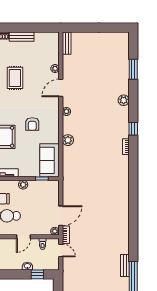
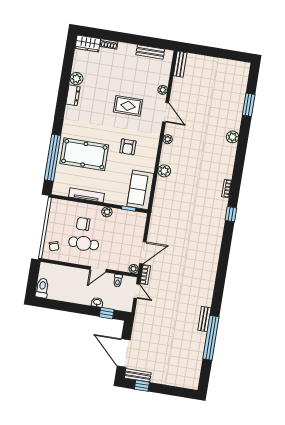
bench: (22, 37) -> (150, 52), moved
rug: (15, 78) -> (128, 106), moved, turned 90
door: (61, 88) -> (166, 112), swing flipped
window: (133, 129) -> (231, 214), moved

